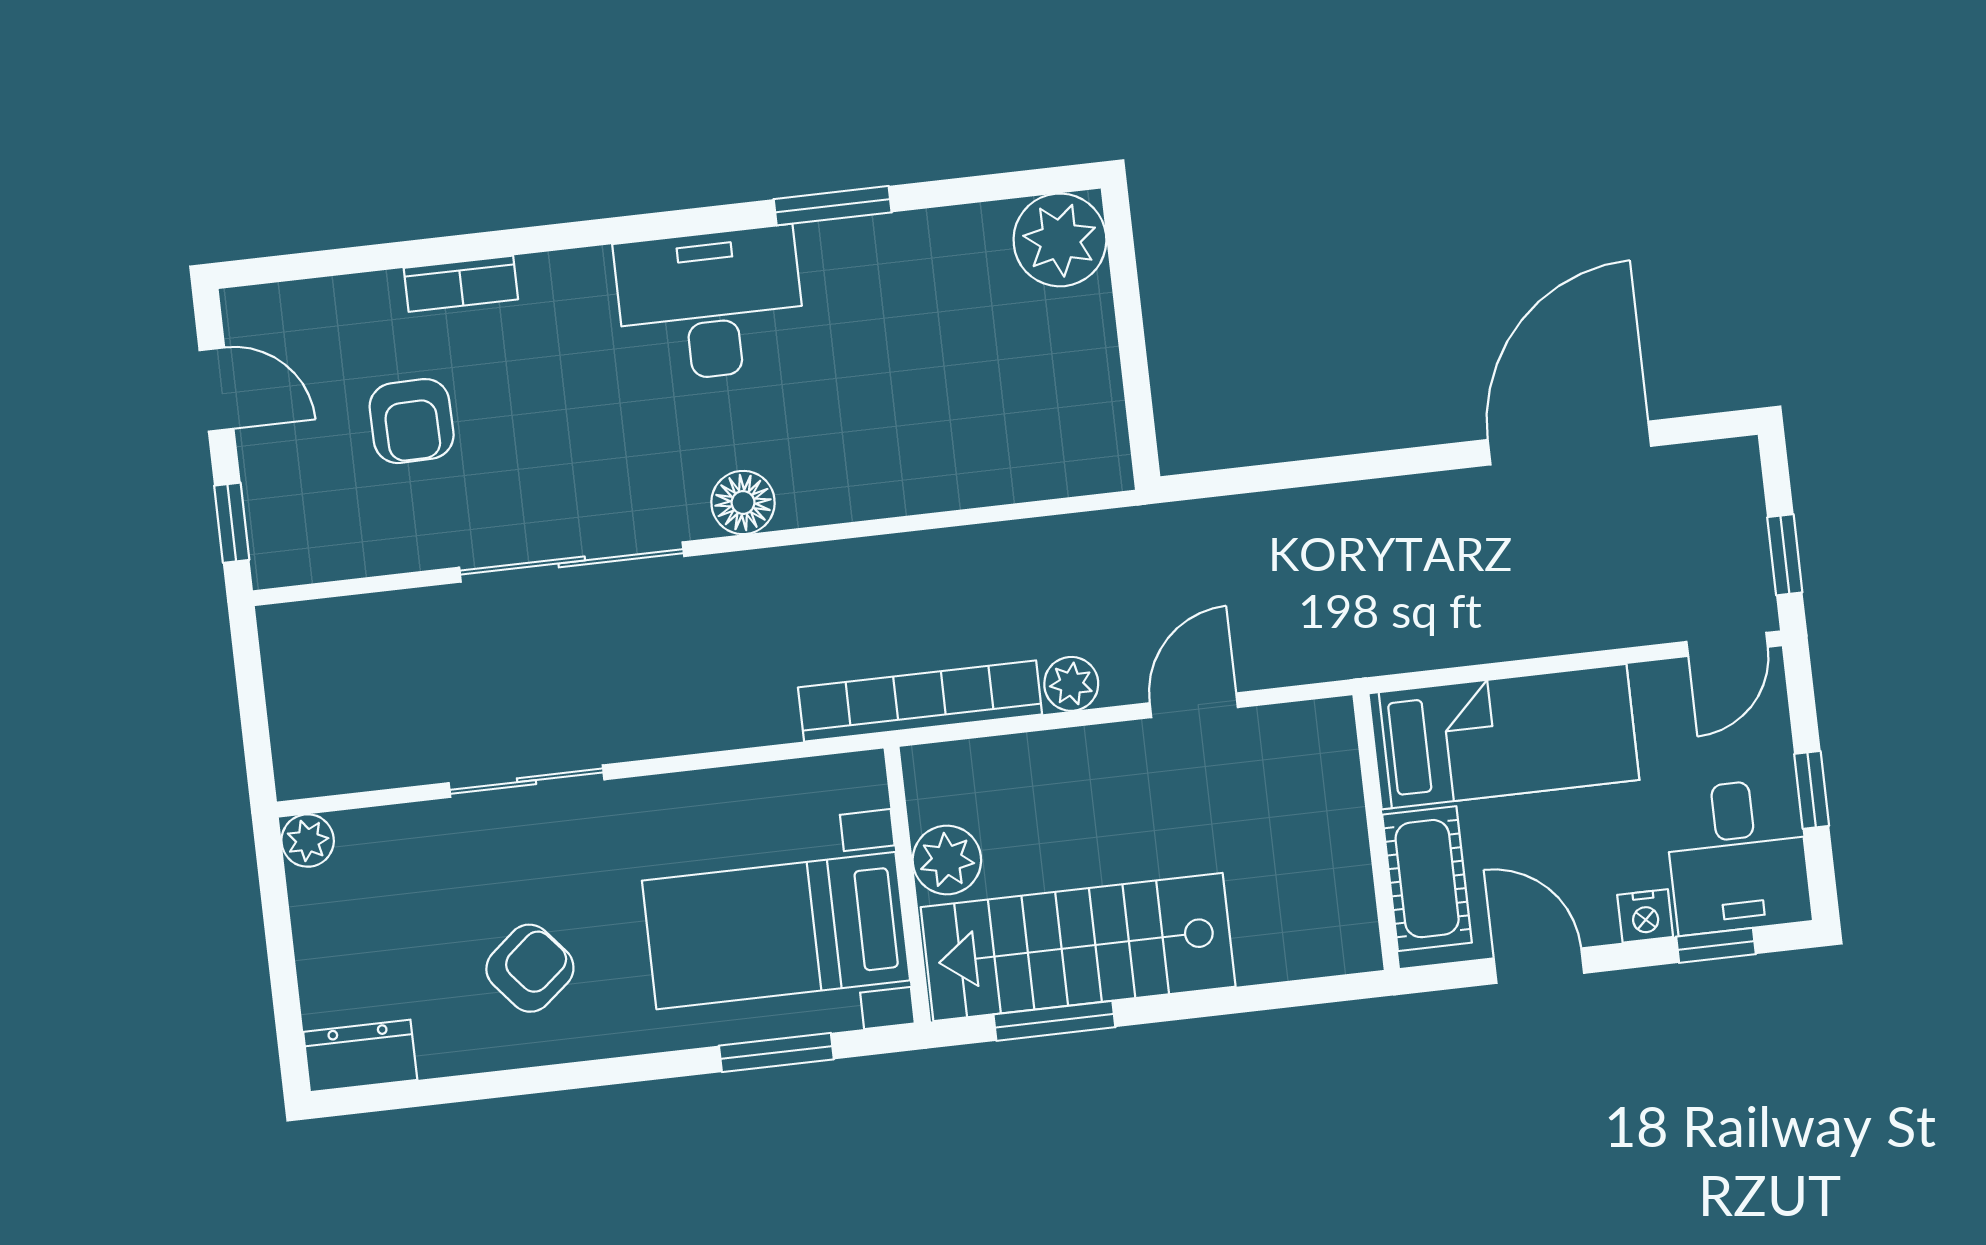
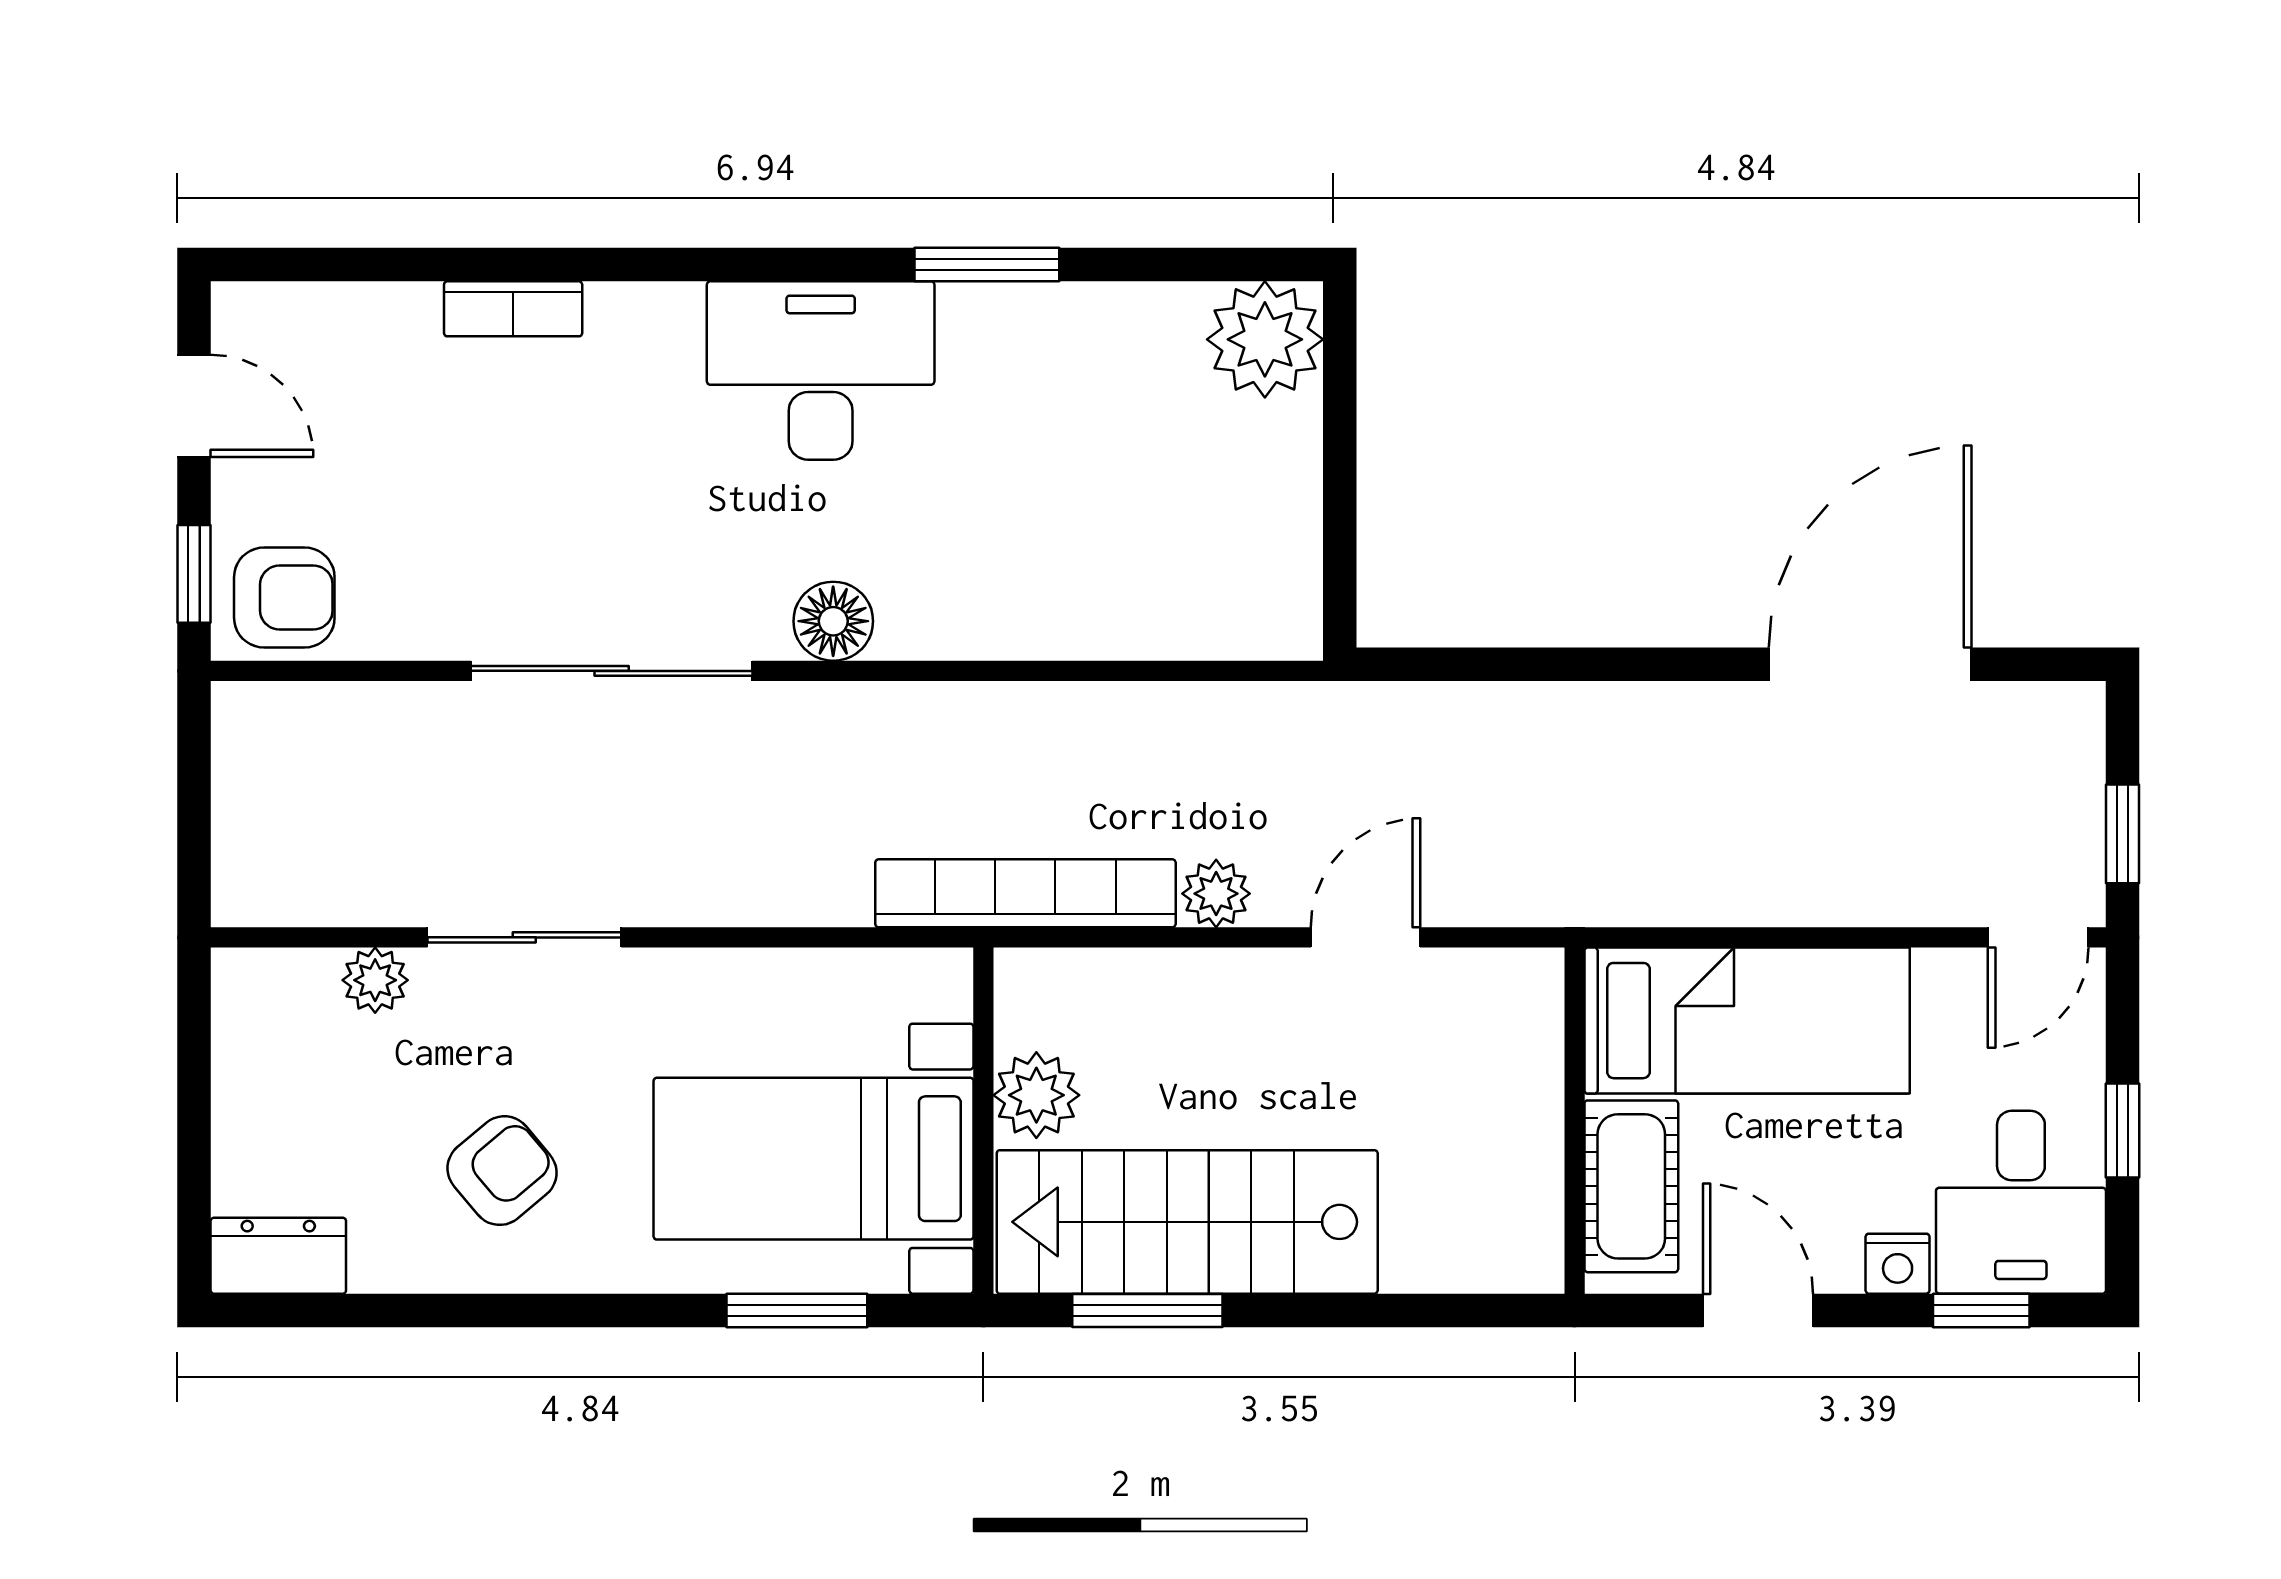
armchair: (412, 421) -> (284, 598), moved, turned -89
plant: (308, 841) -> (375, 980), moved

